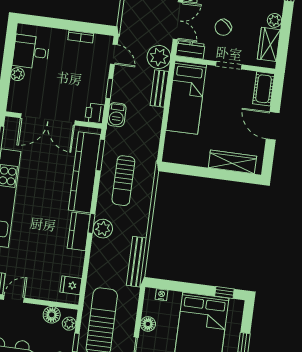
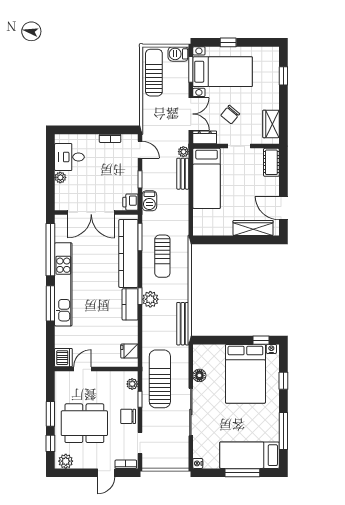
plant: (274, 20) -> (273, 103), removed
plant: (159, 57) -> (183, 152), width x0.53, depth x0.53
door: (273, 126) -> (283, 208), moved
nightstand: (162, 295) -> (271, 349), moved
floor lamp: (52, 315) -> (116, 378), removed

